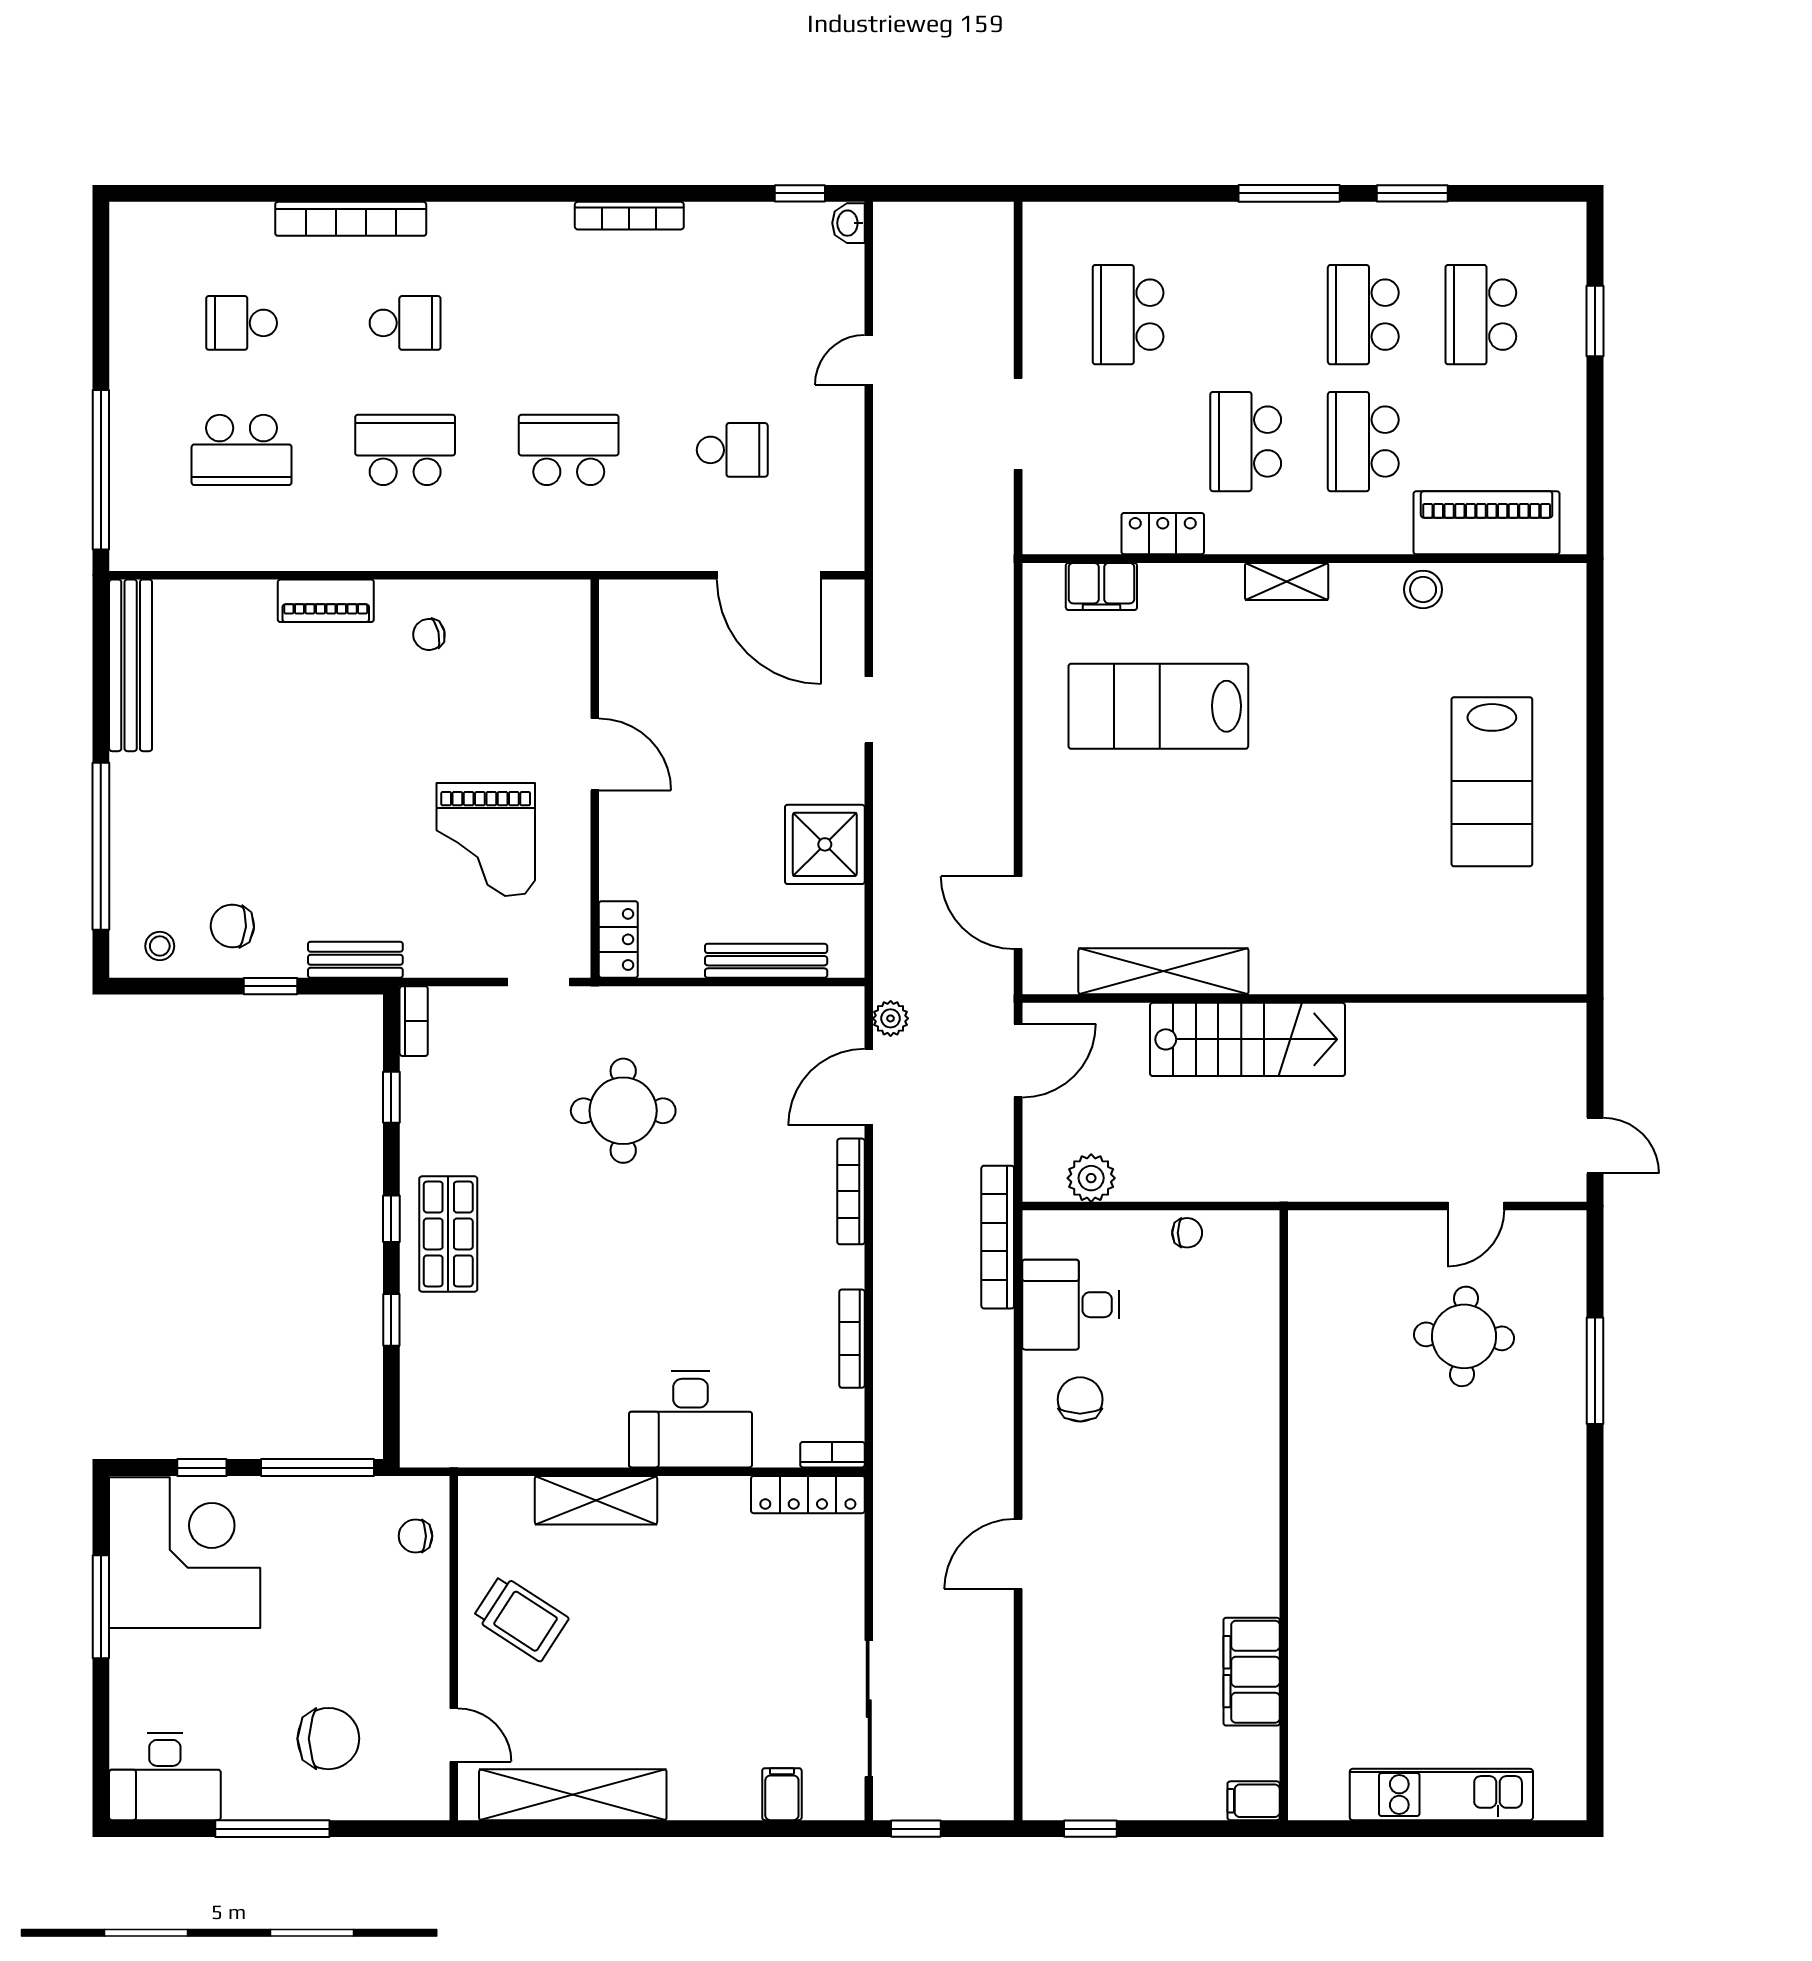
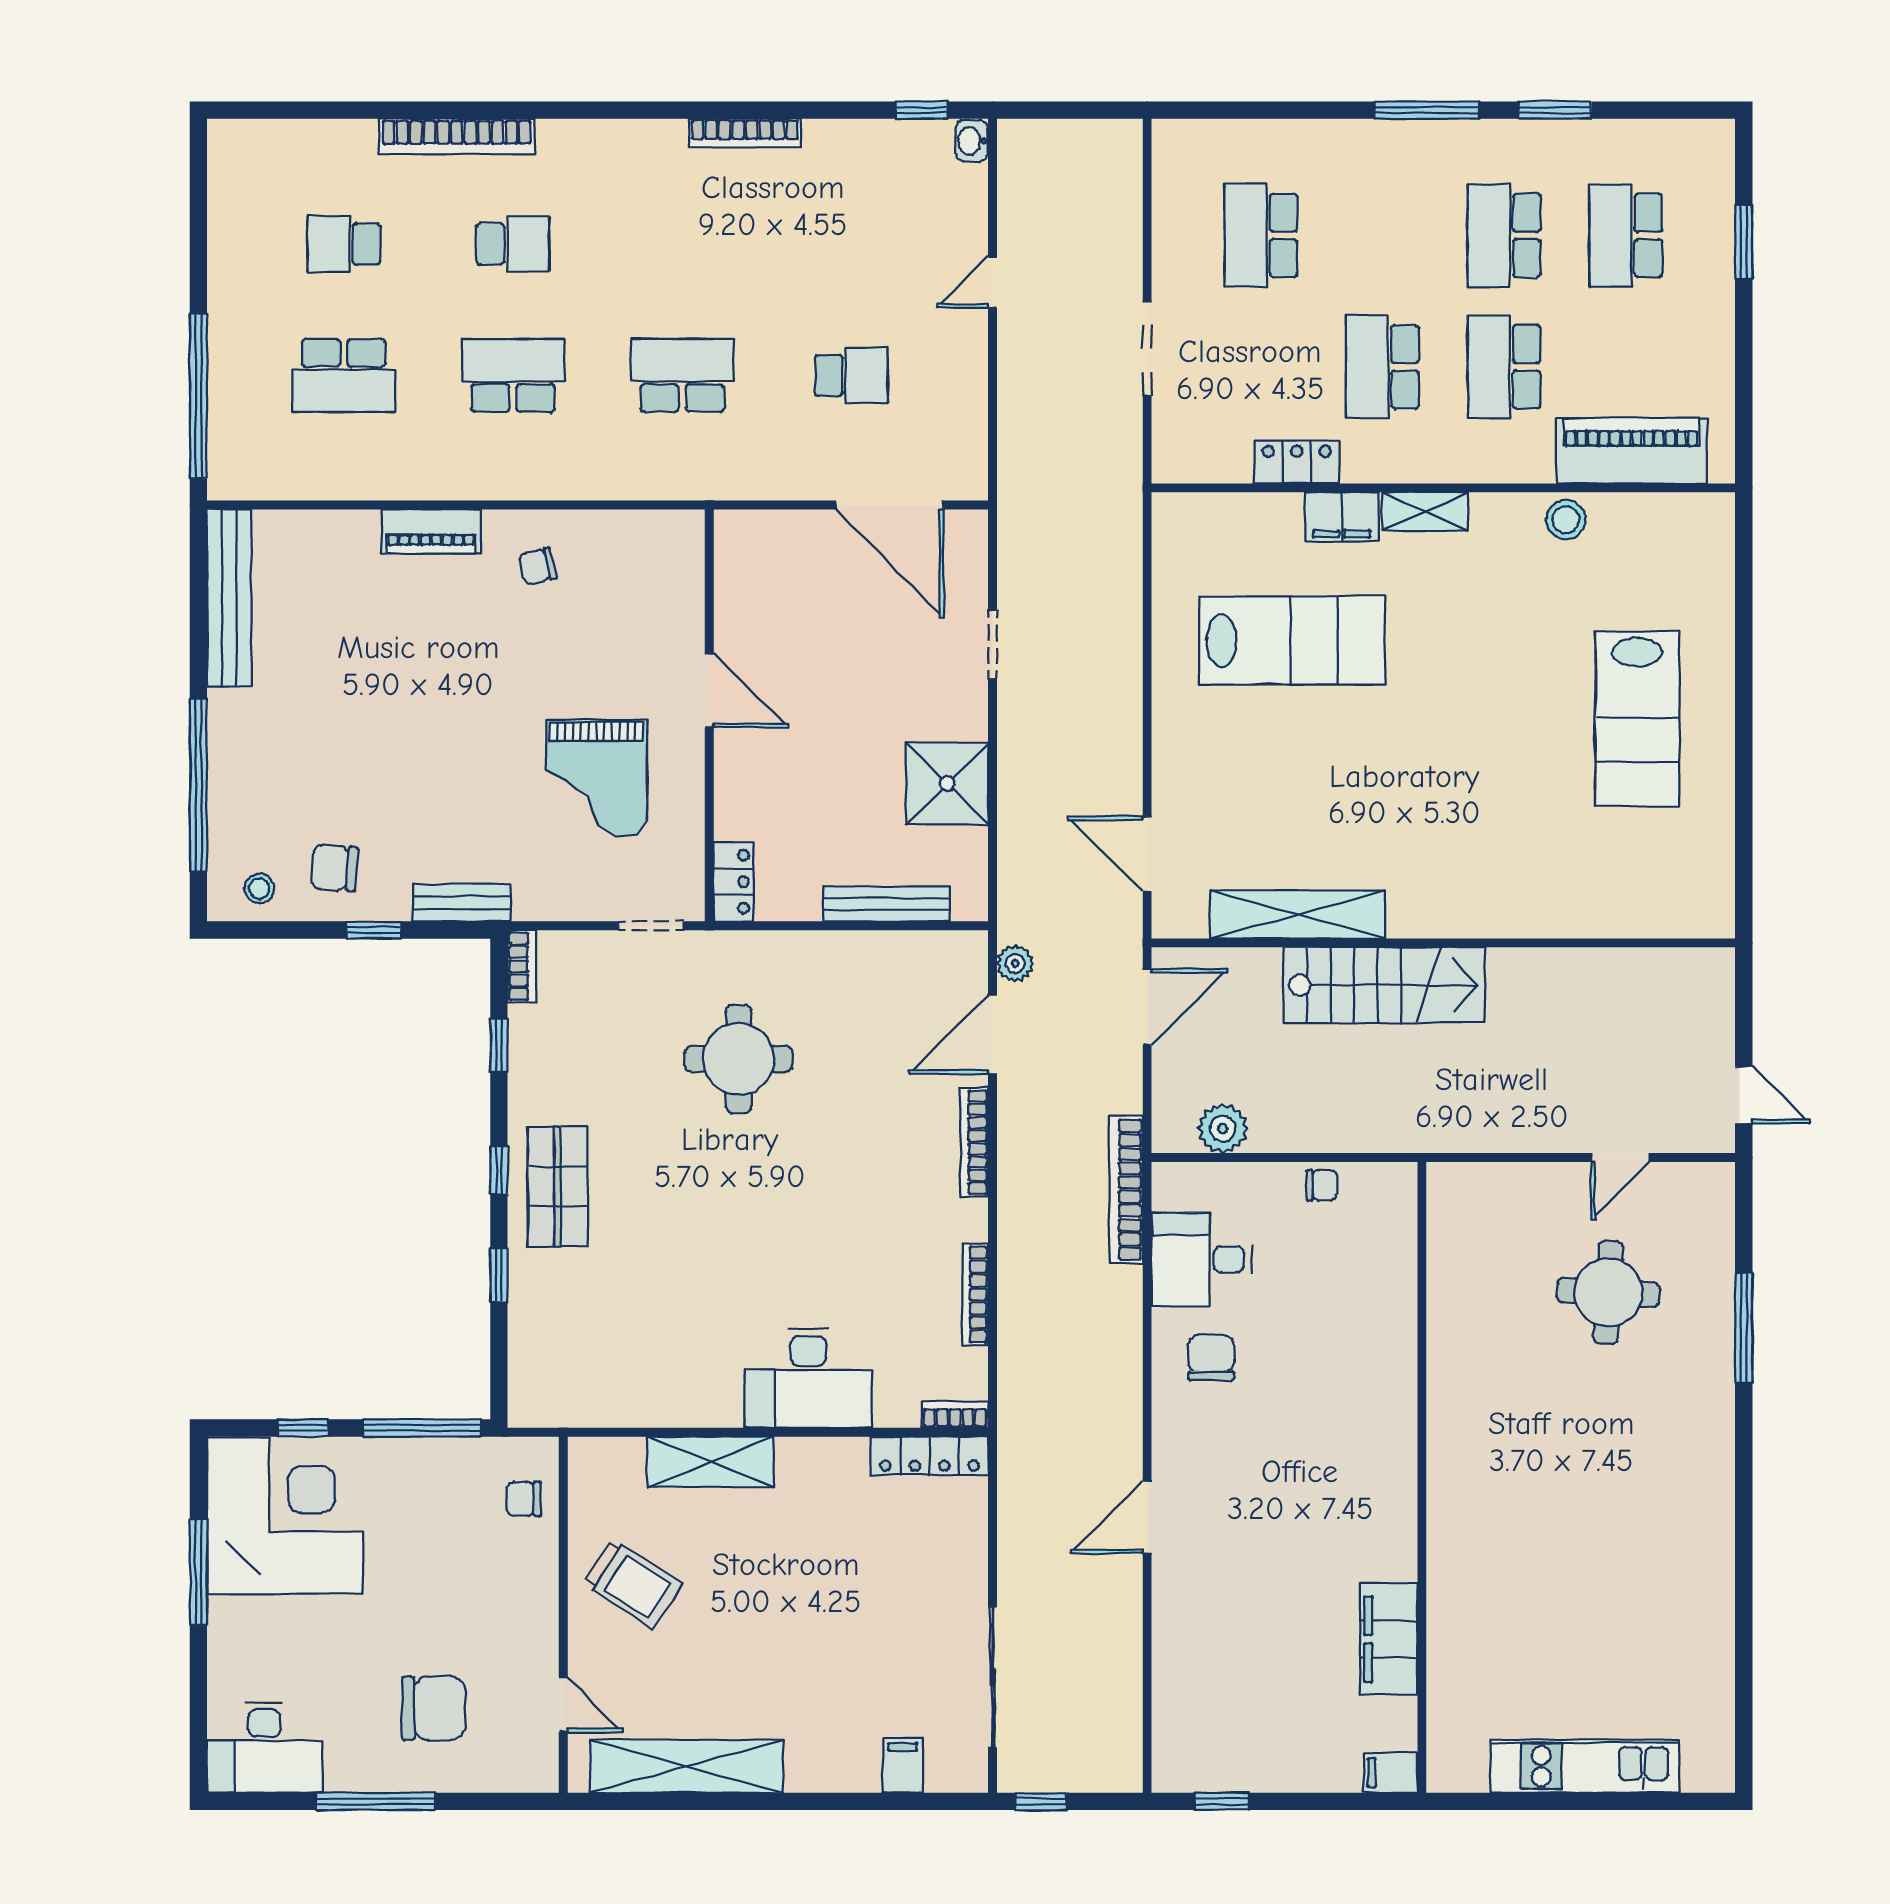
filing cabinet: (1101, 586) -> (1342, 517), moved
lab bench: (1158, 706) -> (1292, 640), turned 180

